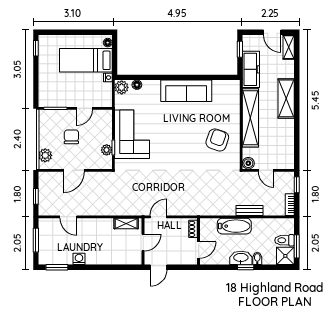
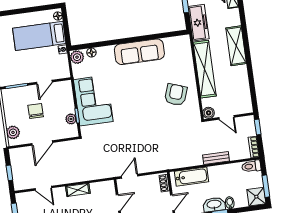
shelving: (126, 224) -> (78, 190), moved
bathtub: (234, 226) -> (191, 177), moved
toilet: (285, 240) -> (251, 166), moved

